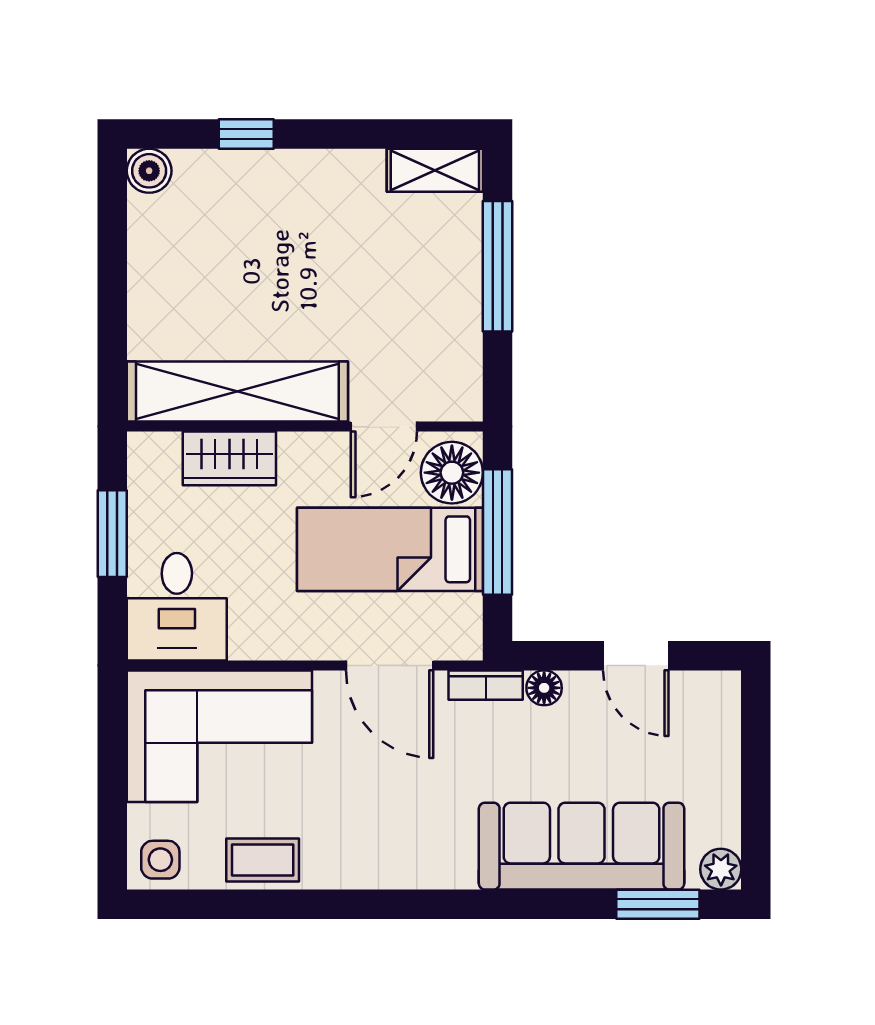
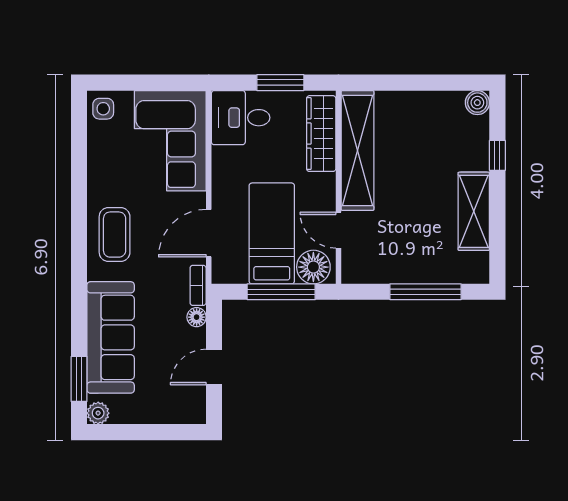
shelving: (435, 170) -> (474, 211), moved, width x1.50, depth x1.33
wardrobe: (229, 458) -> (321, 134), width x1.50
coffee table: (263, 860) -> (115, 235), moved, width x1.36, depth x1.30

